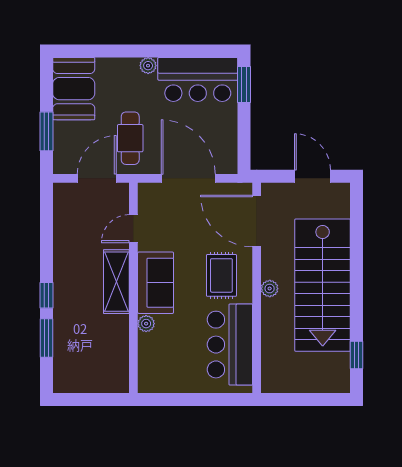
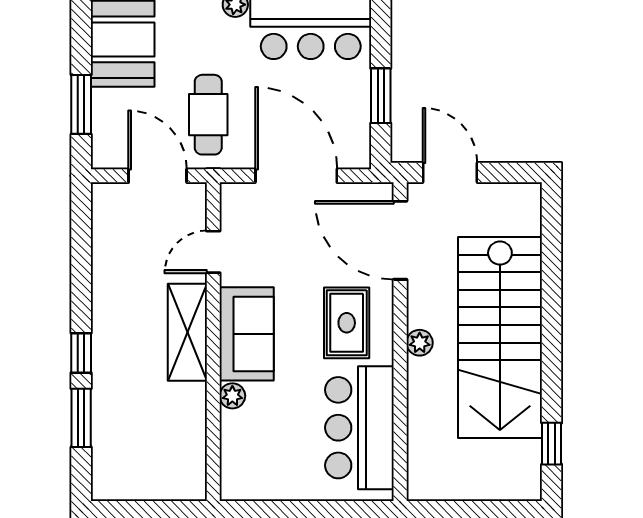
window: (244, 85) -> (381, 96), moved
door: (313, 176) -> (450, 173), moved
door: (97, 178) -> (158, 176), hinge flipped

